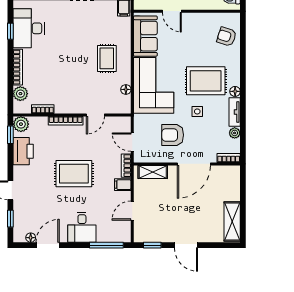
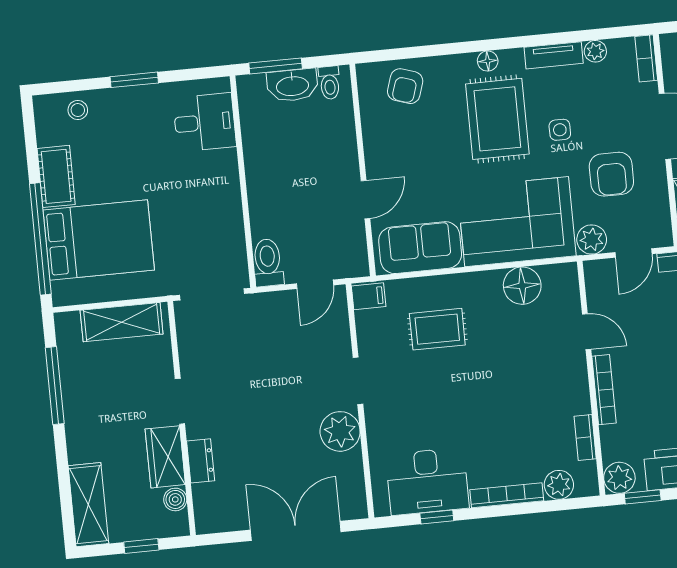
rug: (107, 58) -> (437, 329), moved
floor lamp: (126, 89) -> (522, 286), width x1.89, depth x1.89
floor lamp: (235, 91) -> (488, 61), moved
plant: (141, 122) -> (592, 240), added

